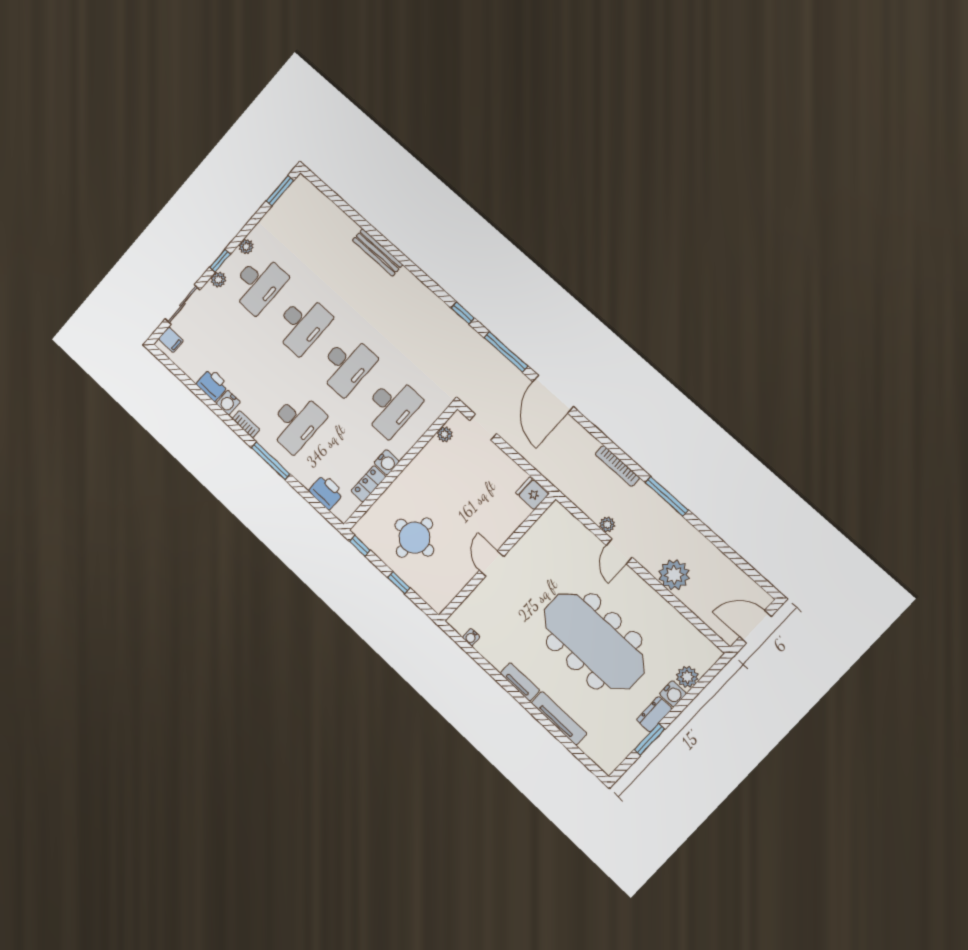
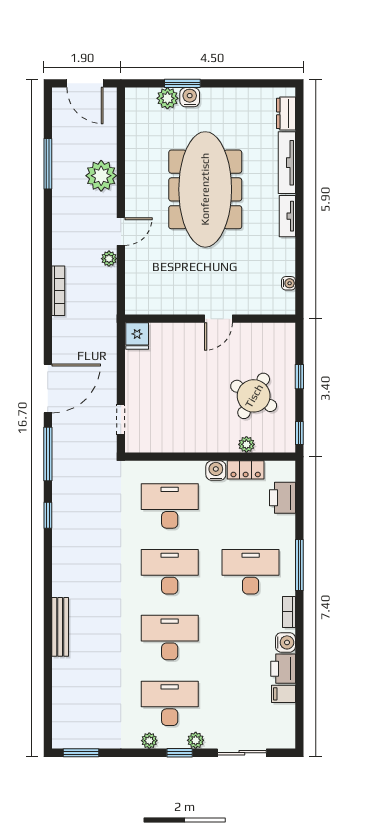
filing cabinet: (171, 340) -> (284, 694), moved, turned -90
plant: (445, 434) -> (246, 444), moved
window: (667, 496) -> (48, 164), moved
round table: (414, 538) -> (254, 396), turned 30
dresser: (654, 714) -> (286, 113), moved, turned 90
window: (650, 739) -> (182, 83), moved

